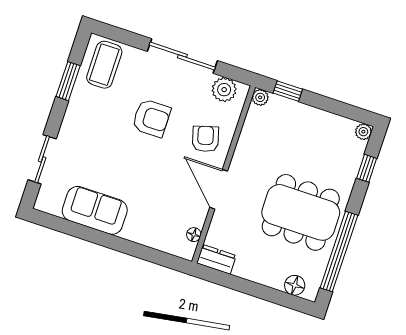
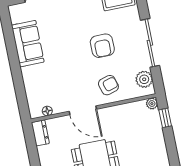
door: (219, 189) -> (83, 110), swing flipped

